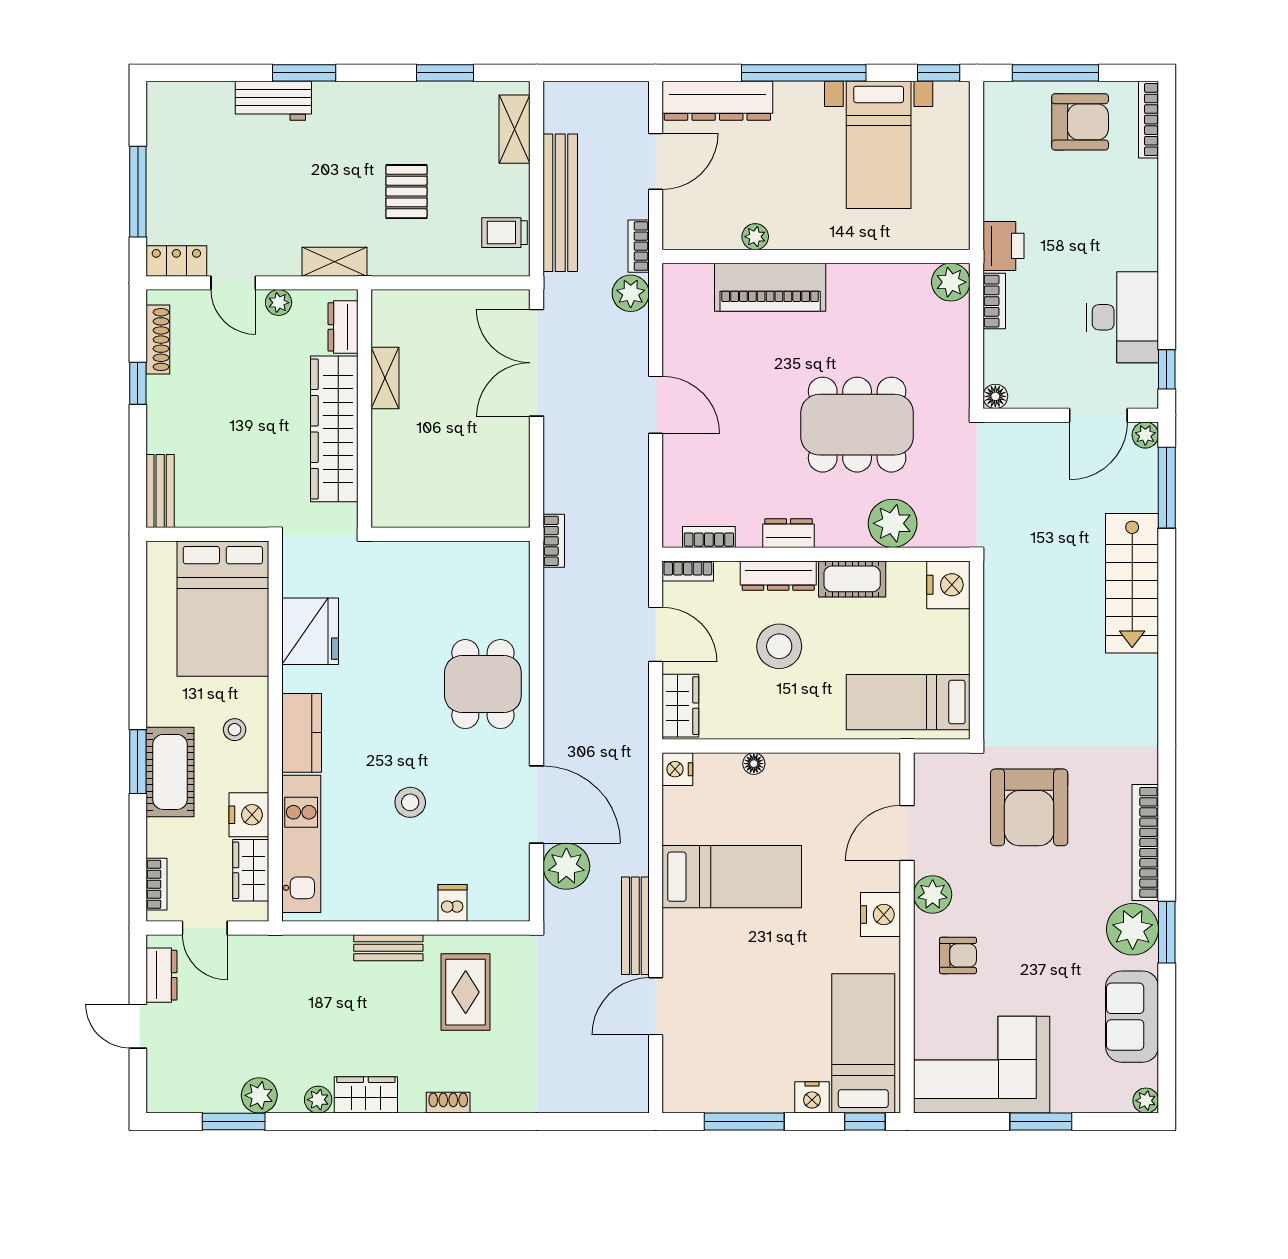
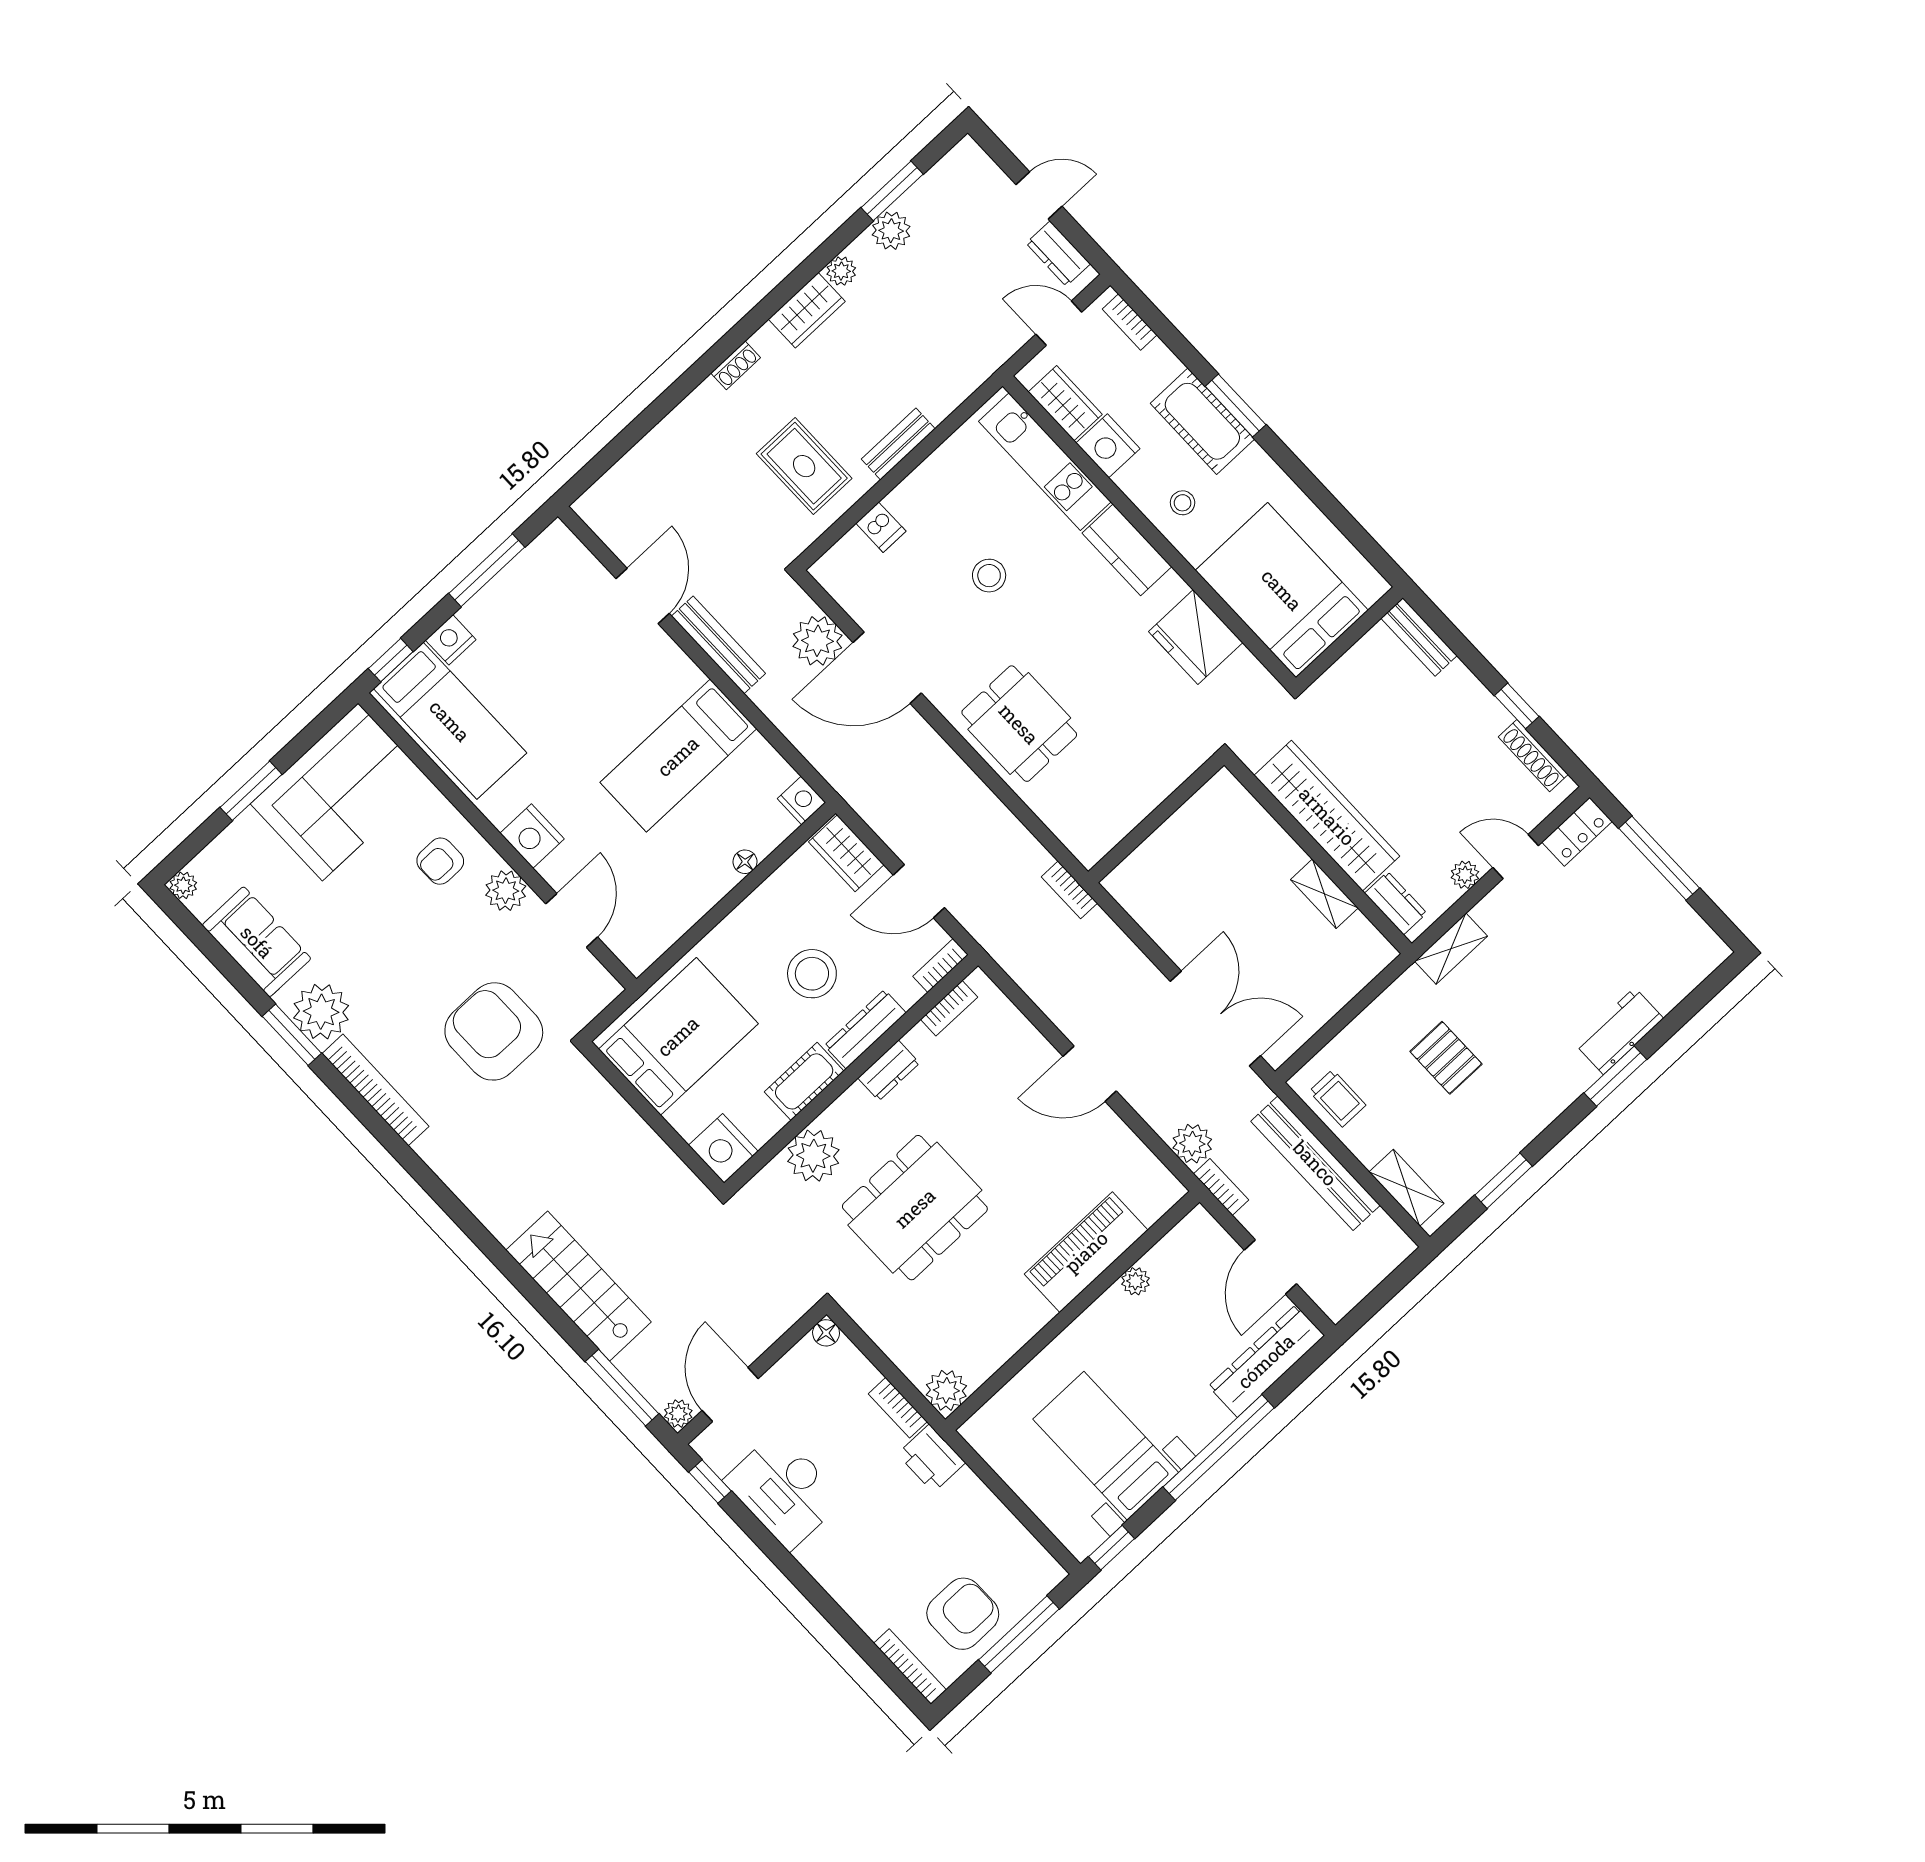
armchair: (1080, 122) -> (963, 1614), turned 180
trolley: (505, 233) -> (1337, 1098), turned 90
bed: (908, 702) -> (678, 1036), width x1.50

